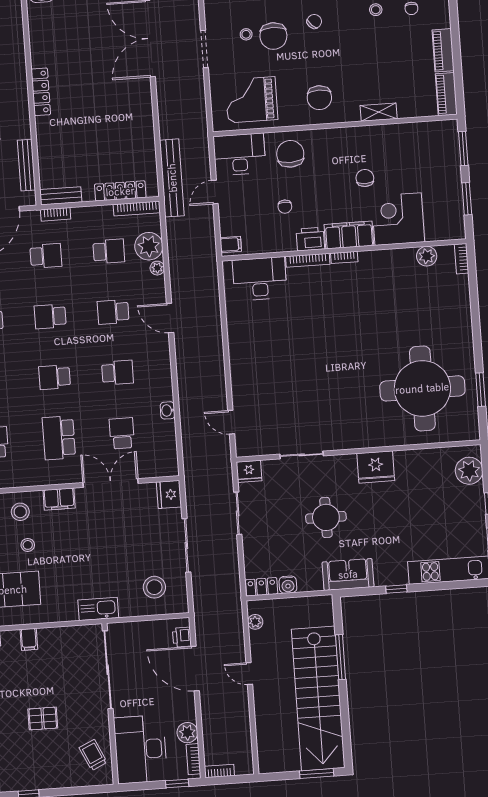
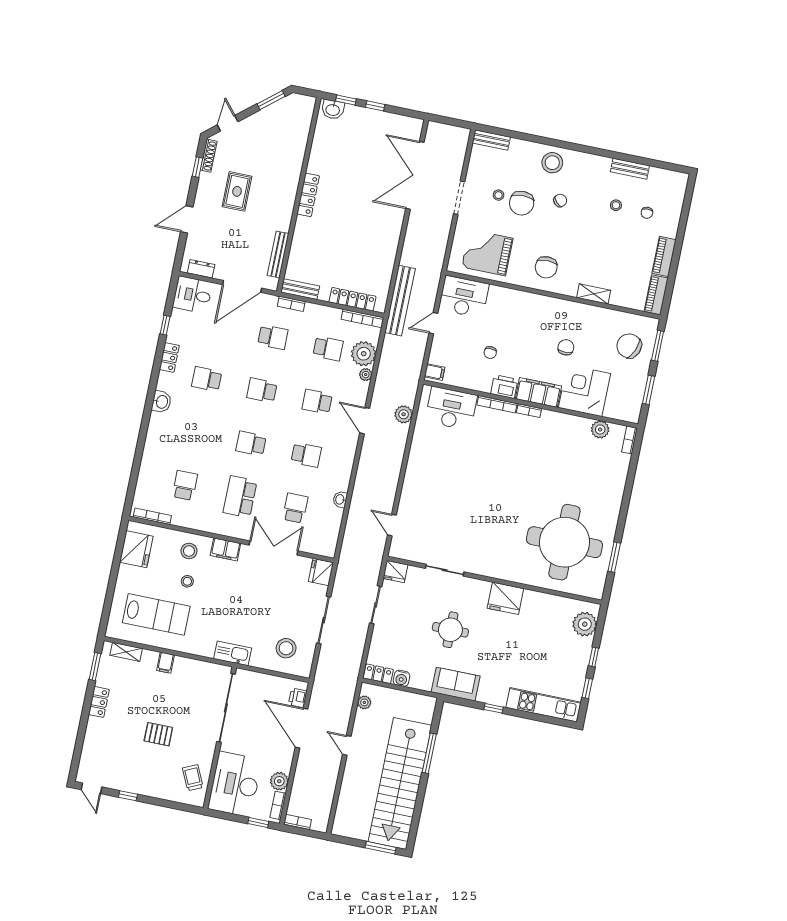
chair: (290, 154) -> (629, 346), moved, turned -66
plant: (210, 299) -> (404, 414), added

